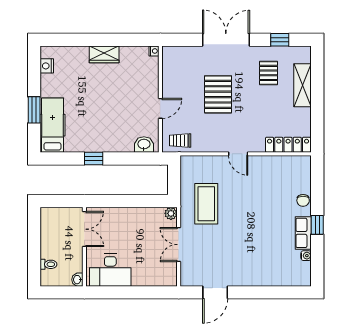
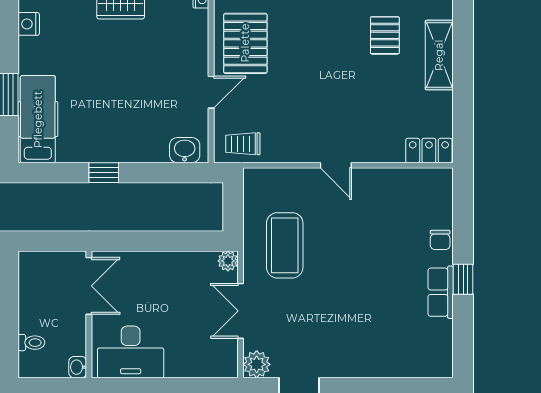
pallet: (218, 94) -> (245, 43), moved
locker: (288, 145) -> (429, 151), width x0.66
water cooler: (306, 256) -> (445, 329), removed
plant: (189, 278) -> (257, 364), added

